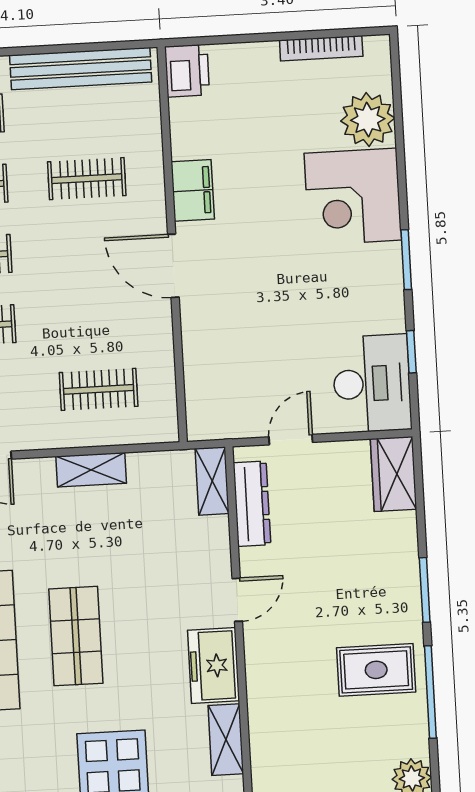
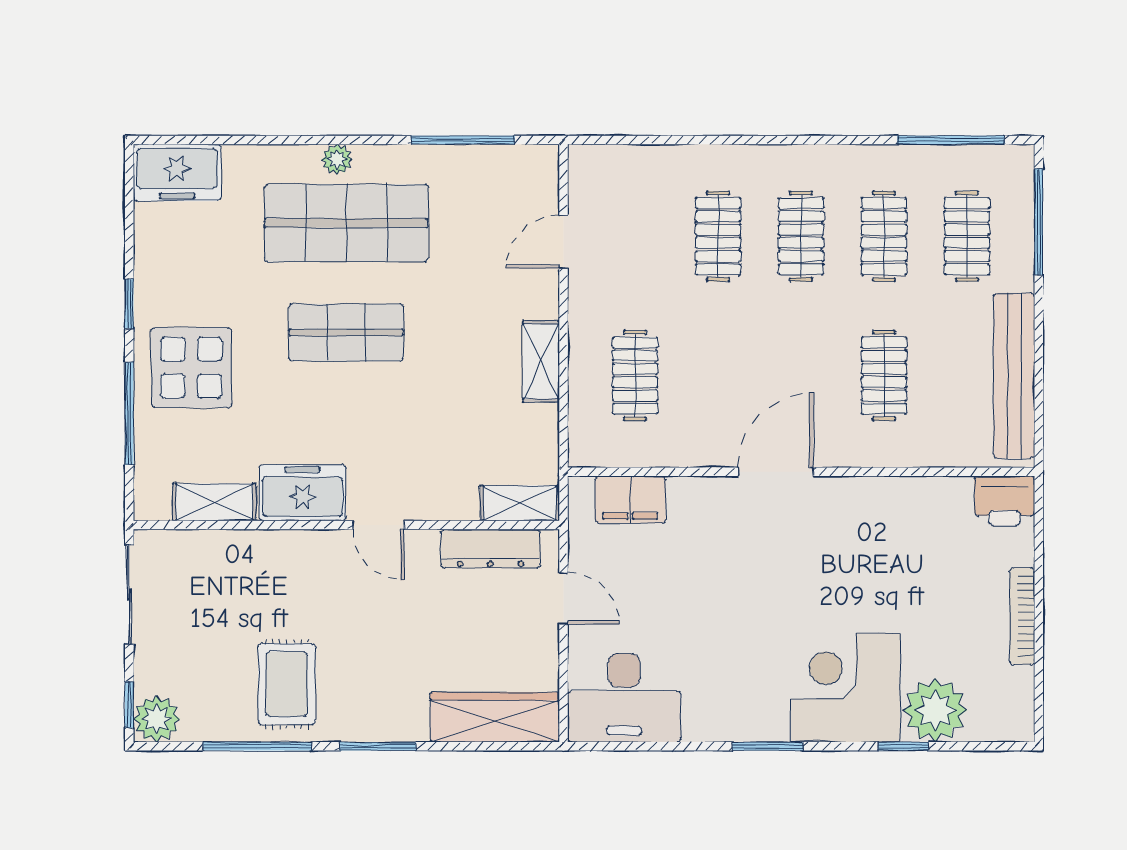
bookcase: (321, 48) -> (1022, 616), moved
filing cabinet: (193, 190) -> (630, 500), moved
window: (411, 352) -> (903, 746), moved
wardrobe: (393, 474) -> (495, 717), width x1.50

